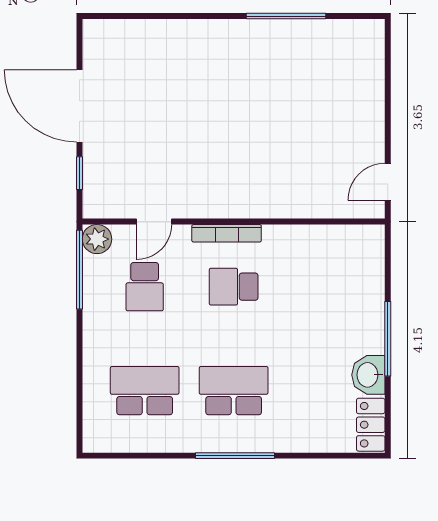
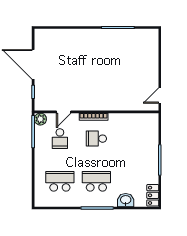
washbasin: (368, 375) -> (126, 200), moved, turned 90

